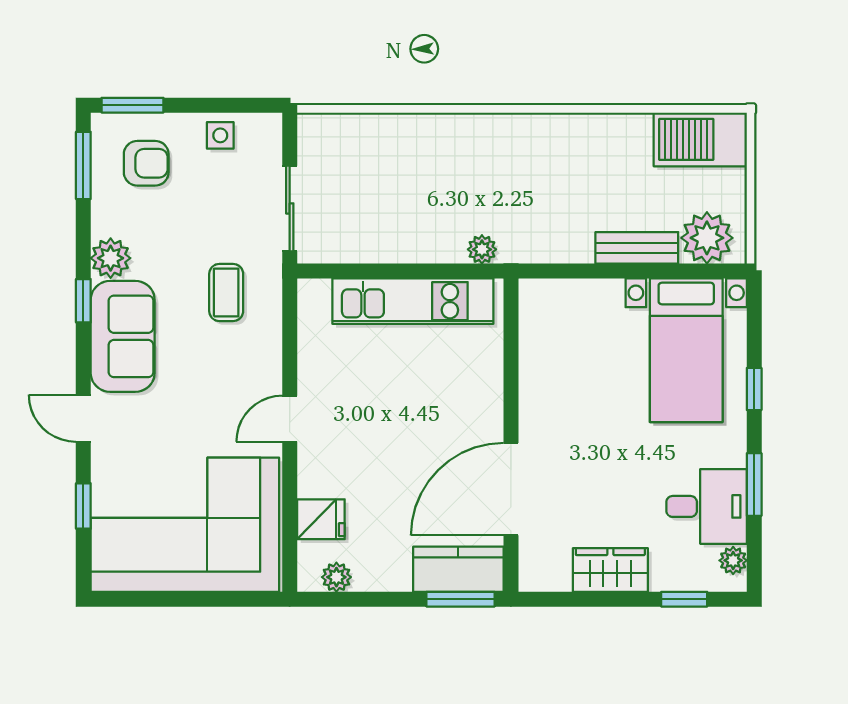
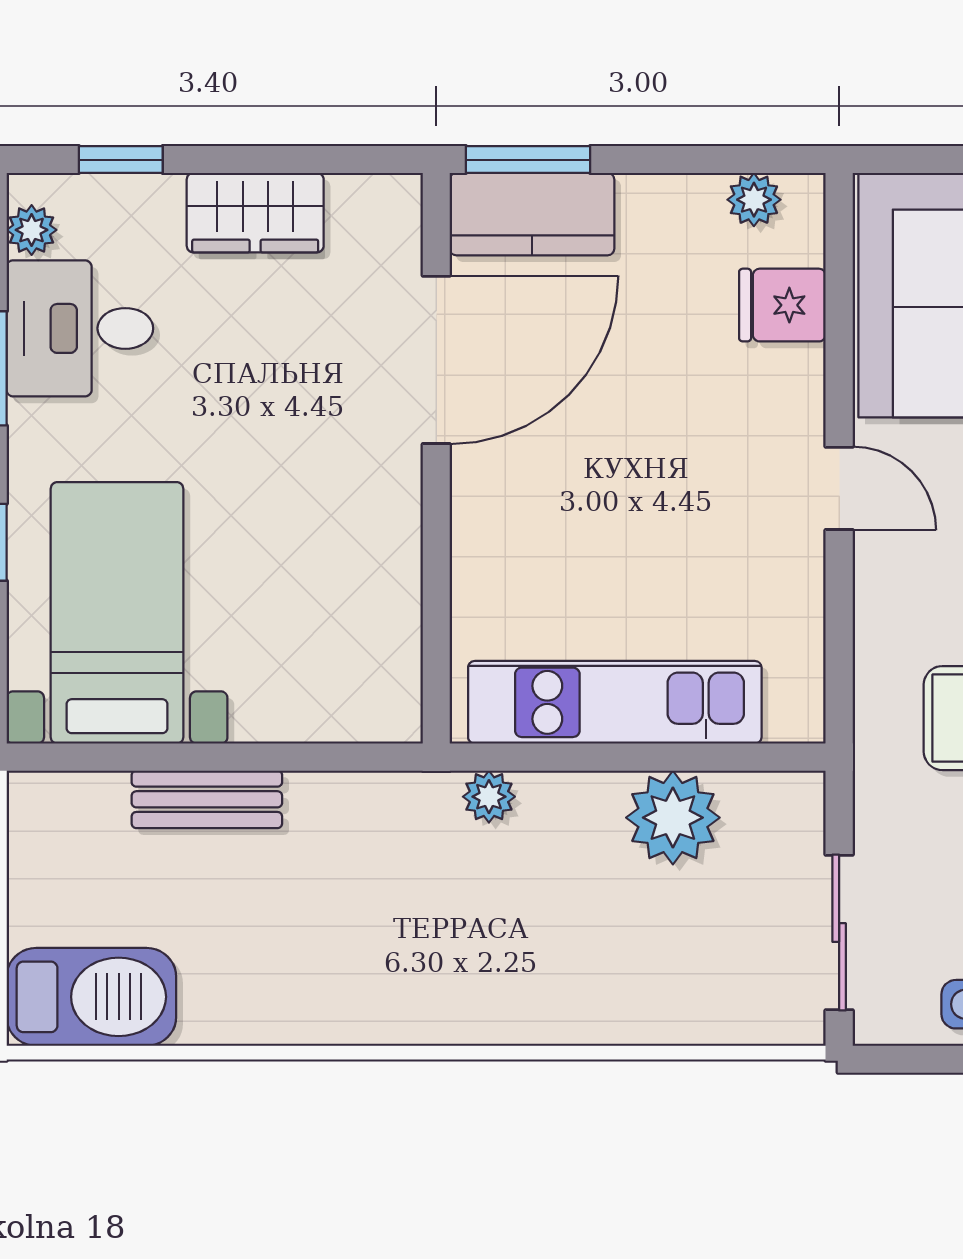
sliding door: (290, 208) -> (839, 933), moved
plant: (707, 238) -> (673, 818), moved
door: (290, 419) -> (839, 488), hinge flipped

